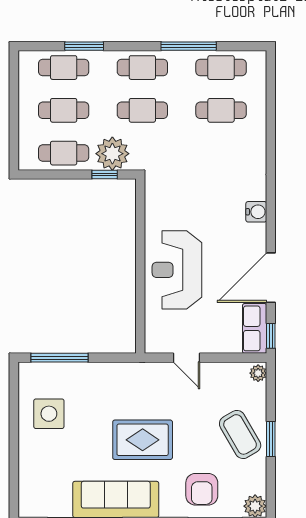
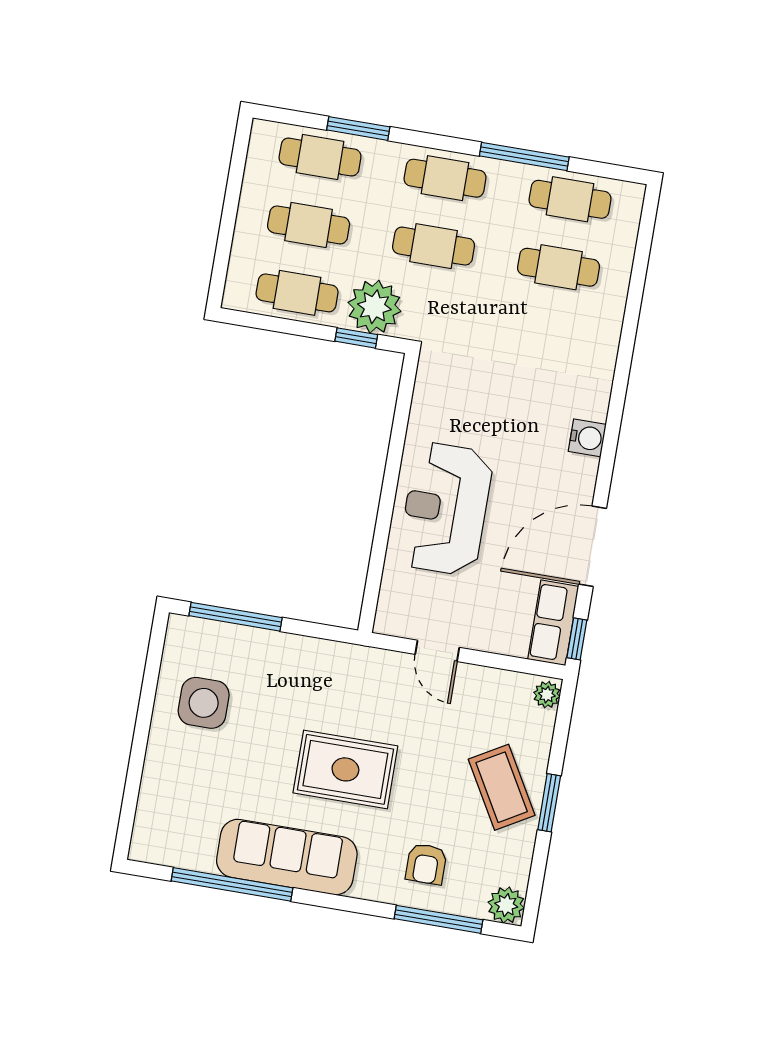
armchair: (202, 489) -> (426, 864), width x0.72, depth x0.72

